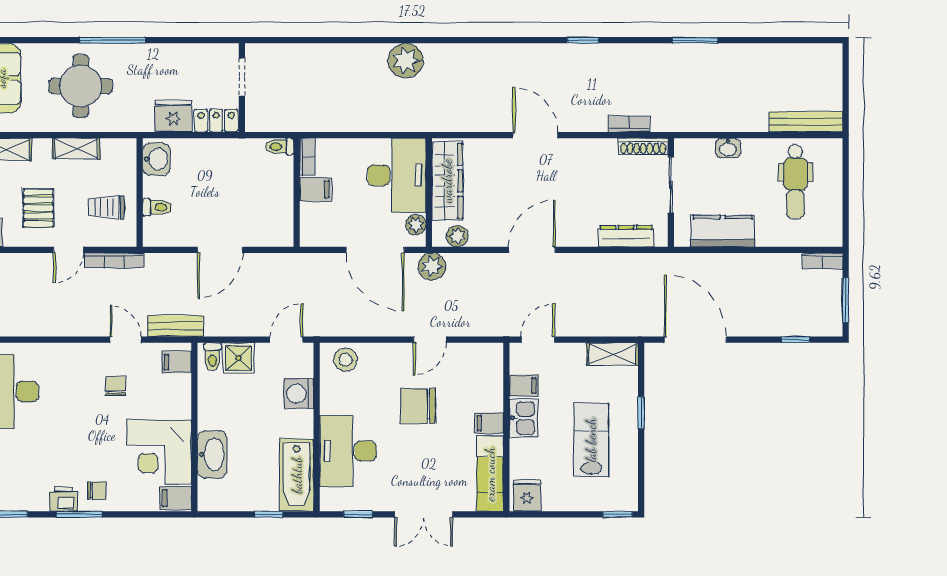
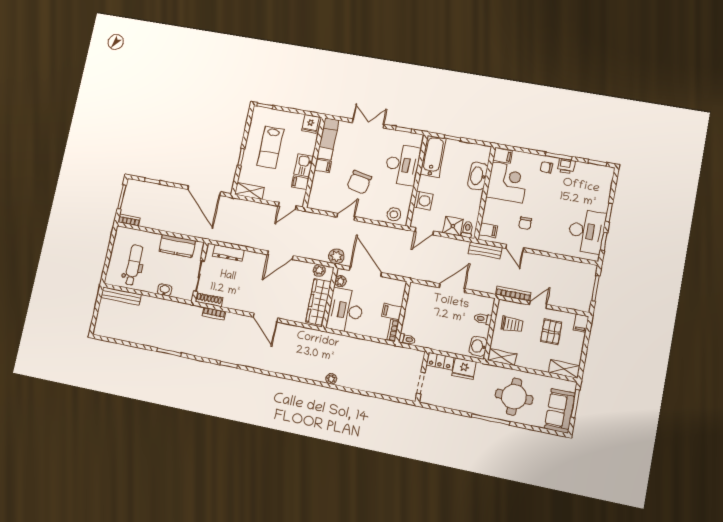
plant: (406, 61) -> (331, 379), width x0.53, depth x0.53
shelving: (76, 149) -> (502, 357), moved
chair: (418, 406) -> (359, 182), turned 101

